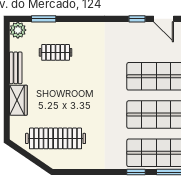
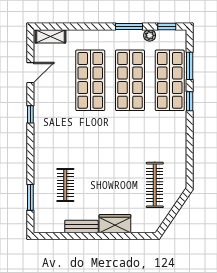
window: (137, 19) -> (30, 114), moved
plant: (18, 30) -> (42, 224), removed
clothes rail: (56, 138) -> (155, 185), width x0.73, depth x0.76

